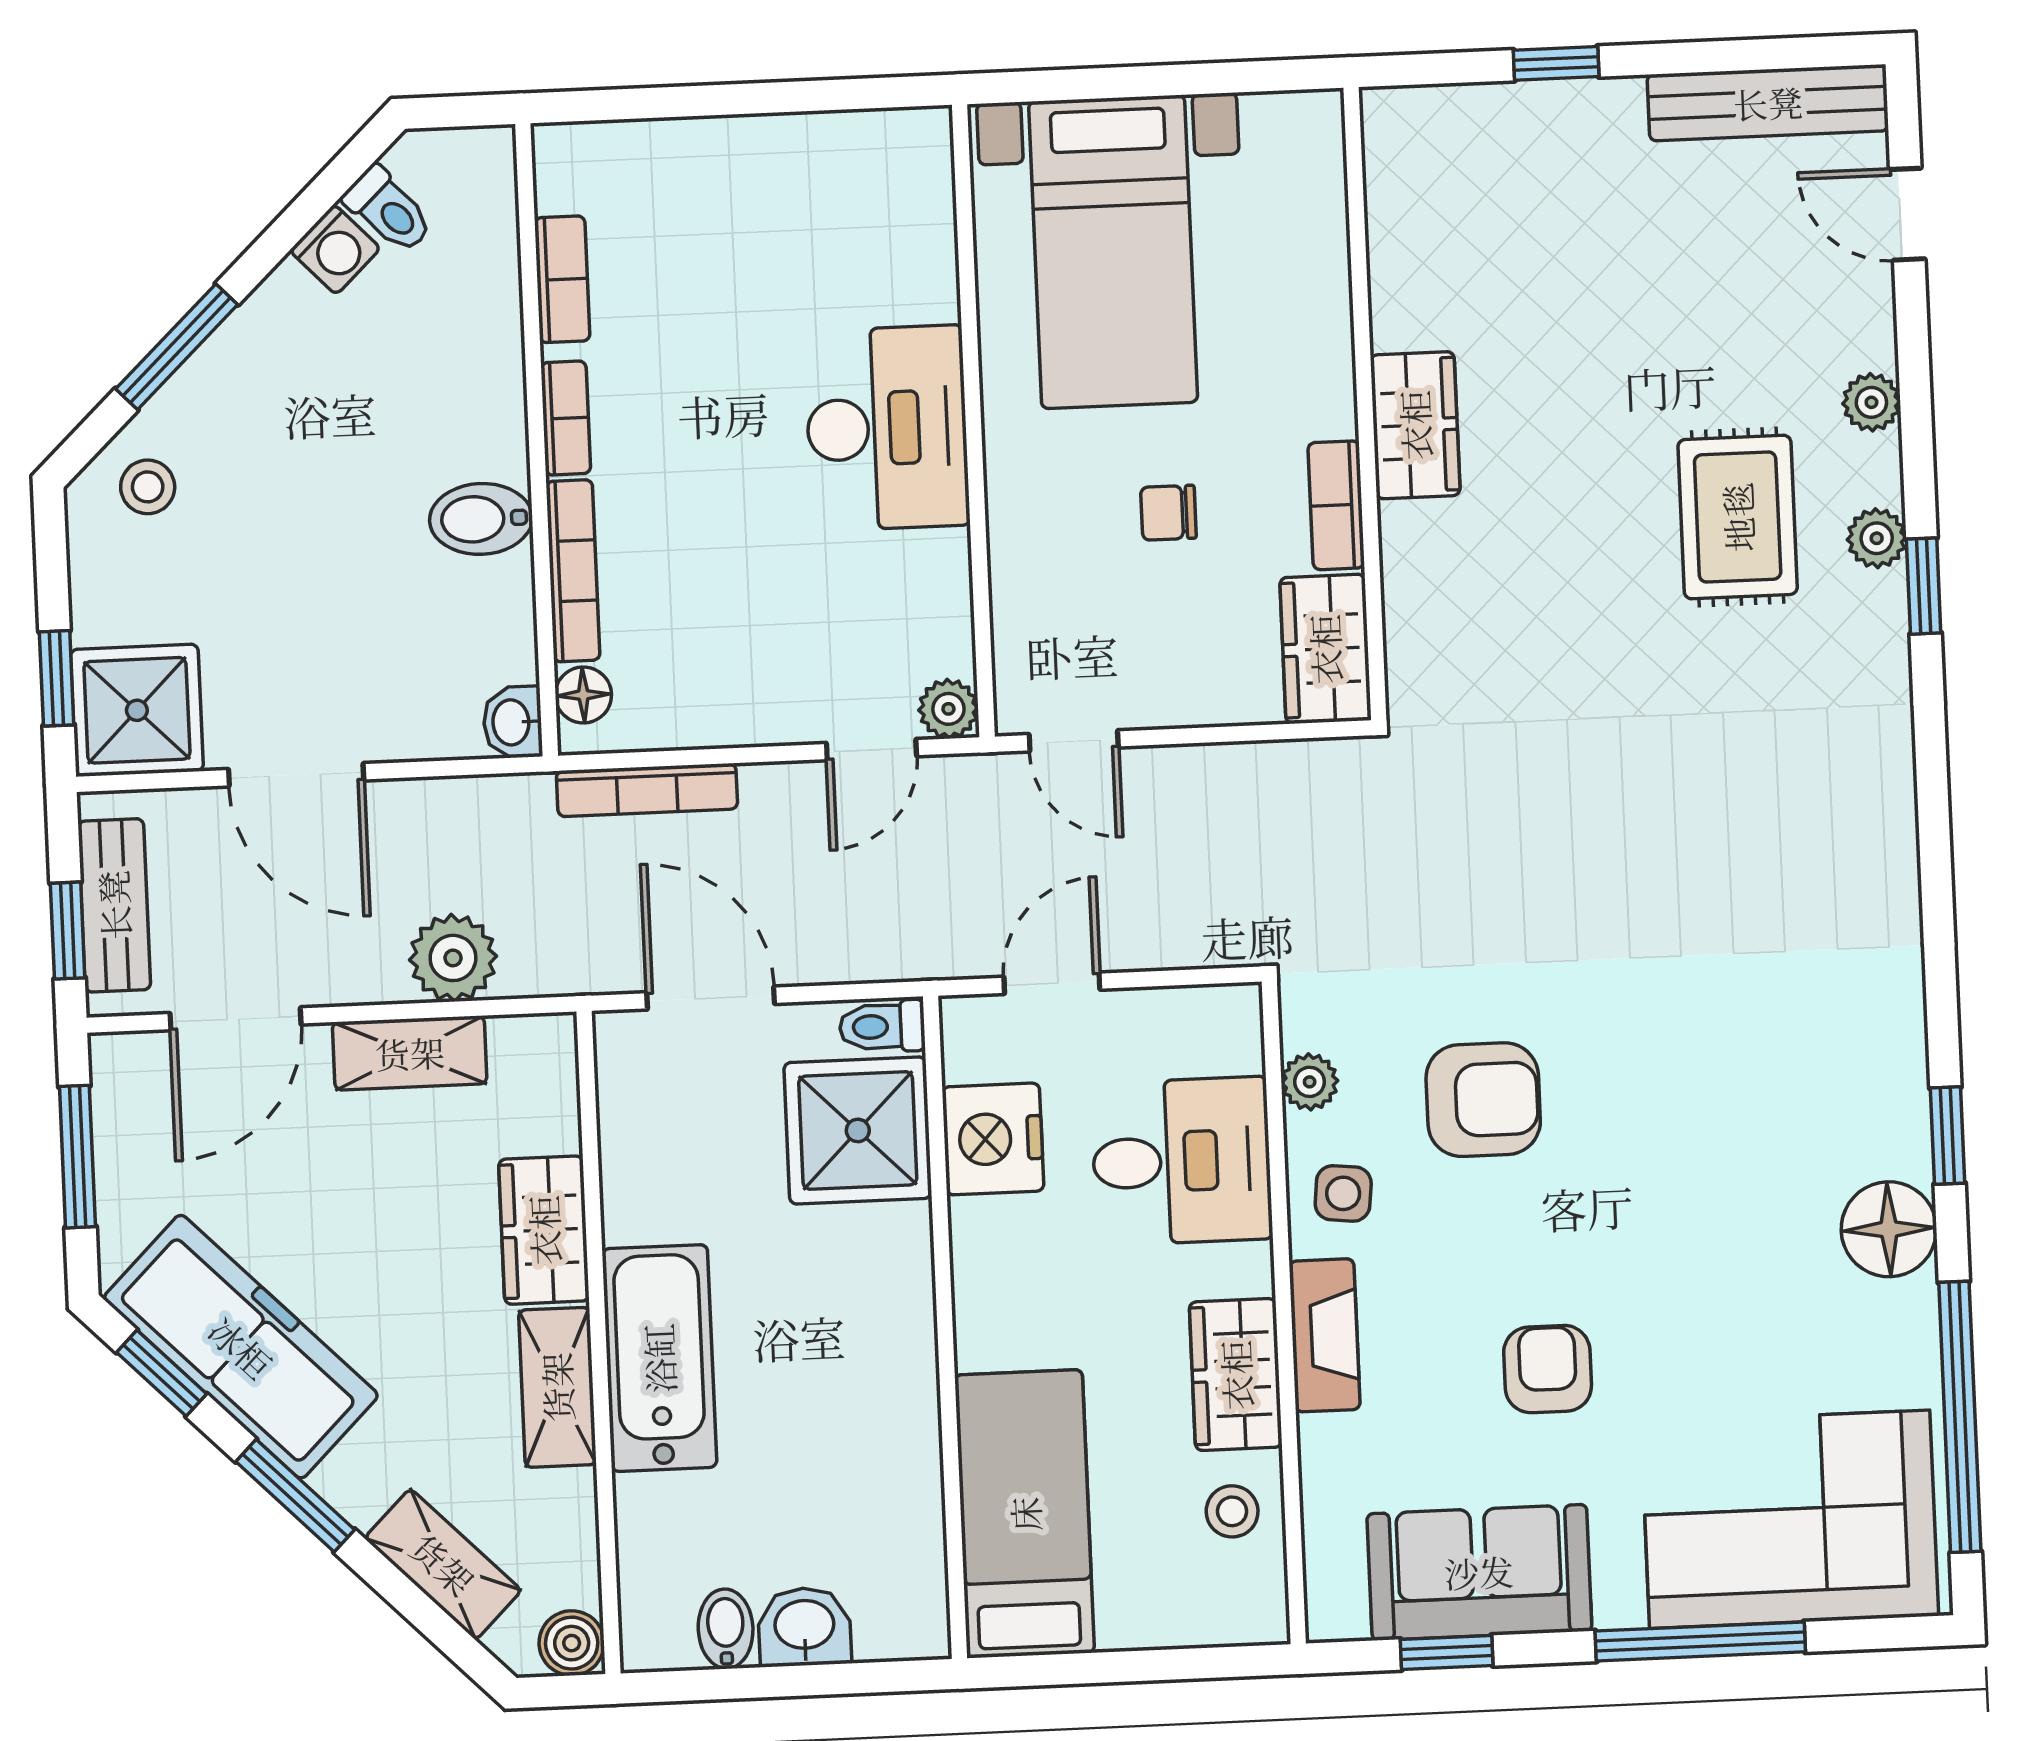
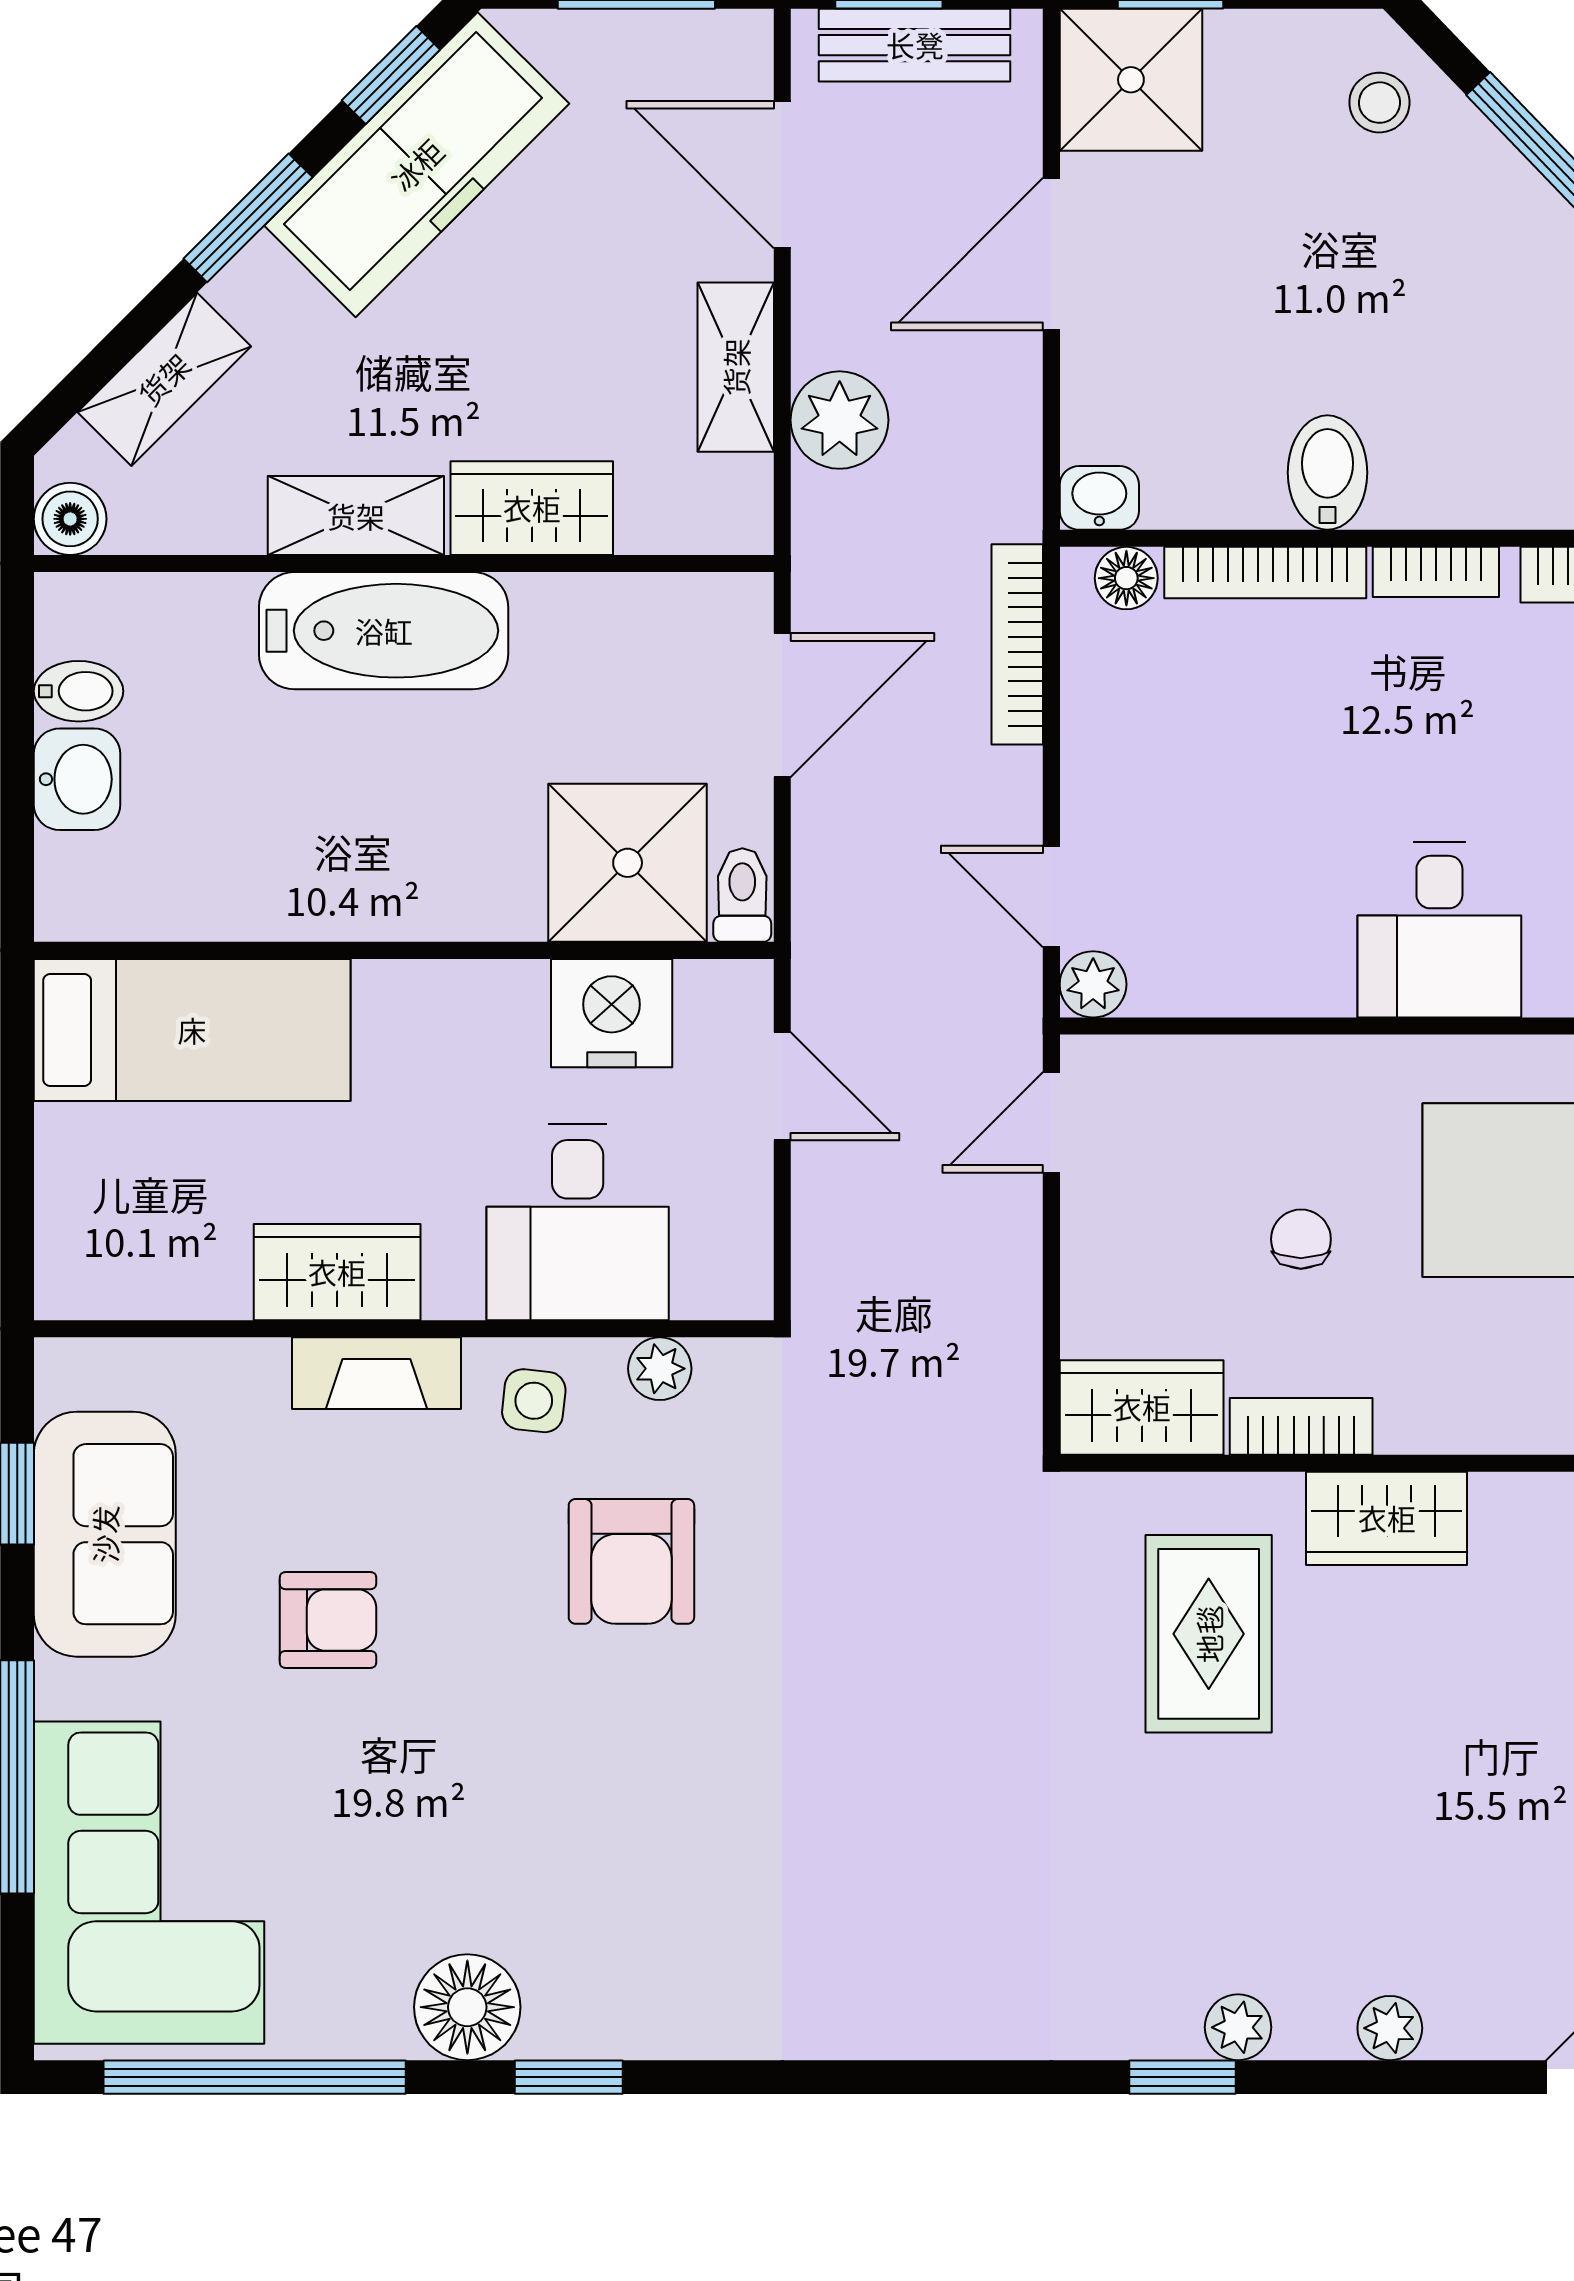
desk: (887, 428) -> (1439, 930), width x0.73
rug: (1738, 517) -> (1209, 1634), moved, turned 90
stool: (1232, 1511) -> (185, 1261), removed

